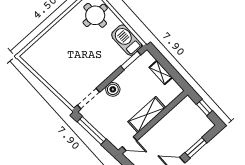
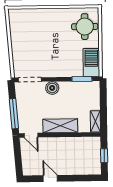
shelving: (161, 72) -> (95, 121), moved
window: (92, 130) -> (14, 114), moved
window: (196, 148) -> (74, 178), removed

